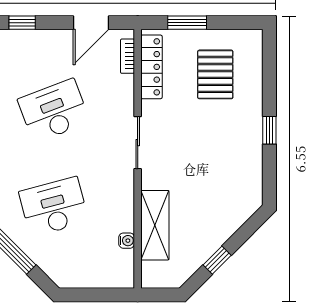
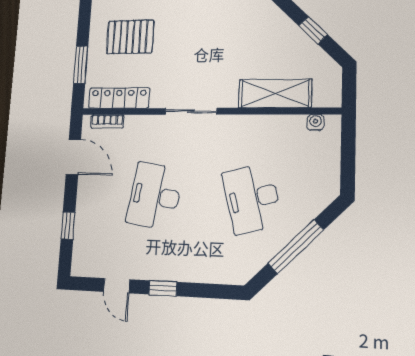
desk: (54, 111) -> (155, 196), turned 30
water cooler: (127, 241) -> (315, 122), moved

